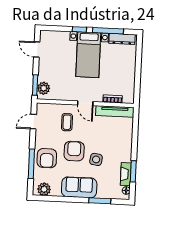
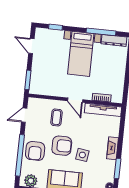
window: (79, 29) -> (56, 27), moved
plant: (44, 88) -> (36, 83), removed
armchair: (74, 151) -> (62, 146), turned 90
window: (31, 164) -> (20, 155), width x1.46
fireplace: (126, 174) -> (113, 148), moved

